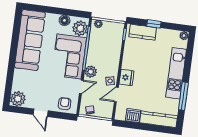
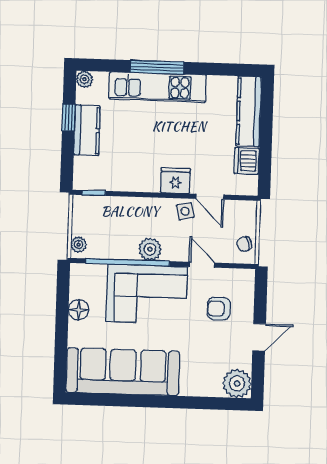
window: (154, 24) -> (69, 117), moved
plant: (80, 28) -> (91, 278), removed
kitchen counter: (143, 32) -> (87, 130), moved
plant: (91, 72) -> (150, 249), moved
window: (183, 96) -> (157, 67), moved
armchair: (65, 104) -> (219, 309), moved

